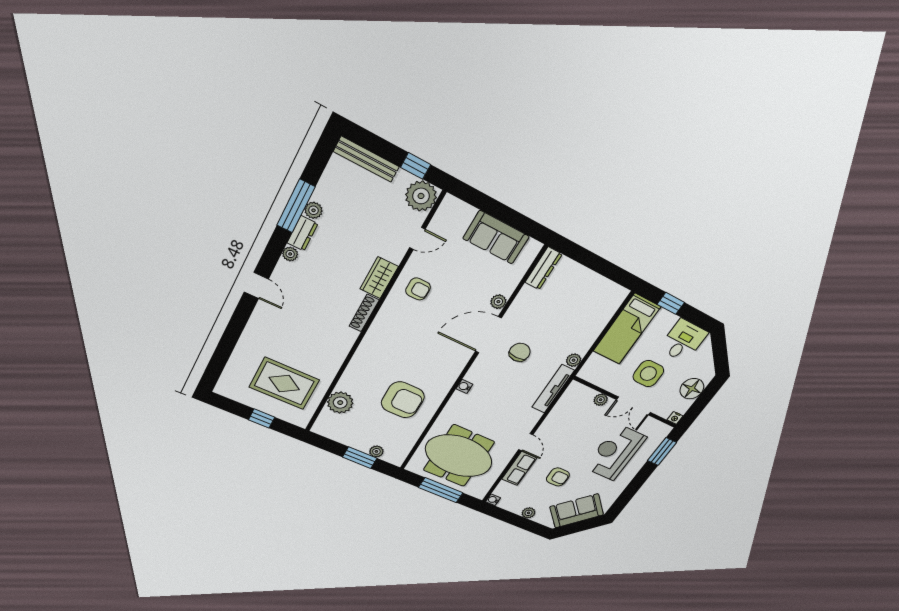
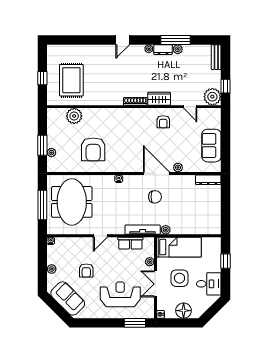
bench: (366, 159) -> (216, 57), width x0.73
bed: (627, 329) -> (179, 247), moved, turned 180
row of seats: (519, 469) -> (130, 243), moved

